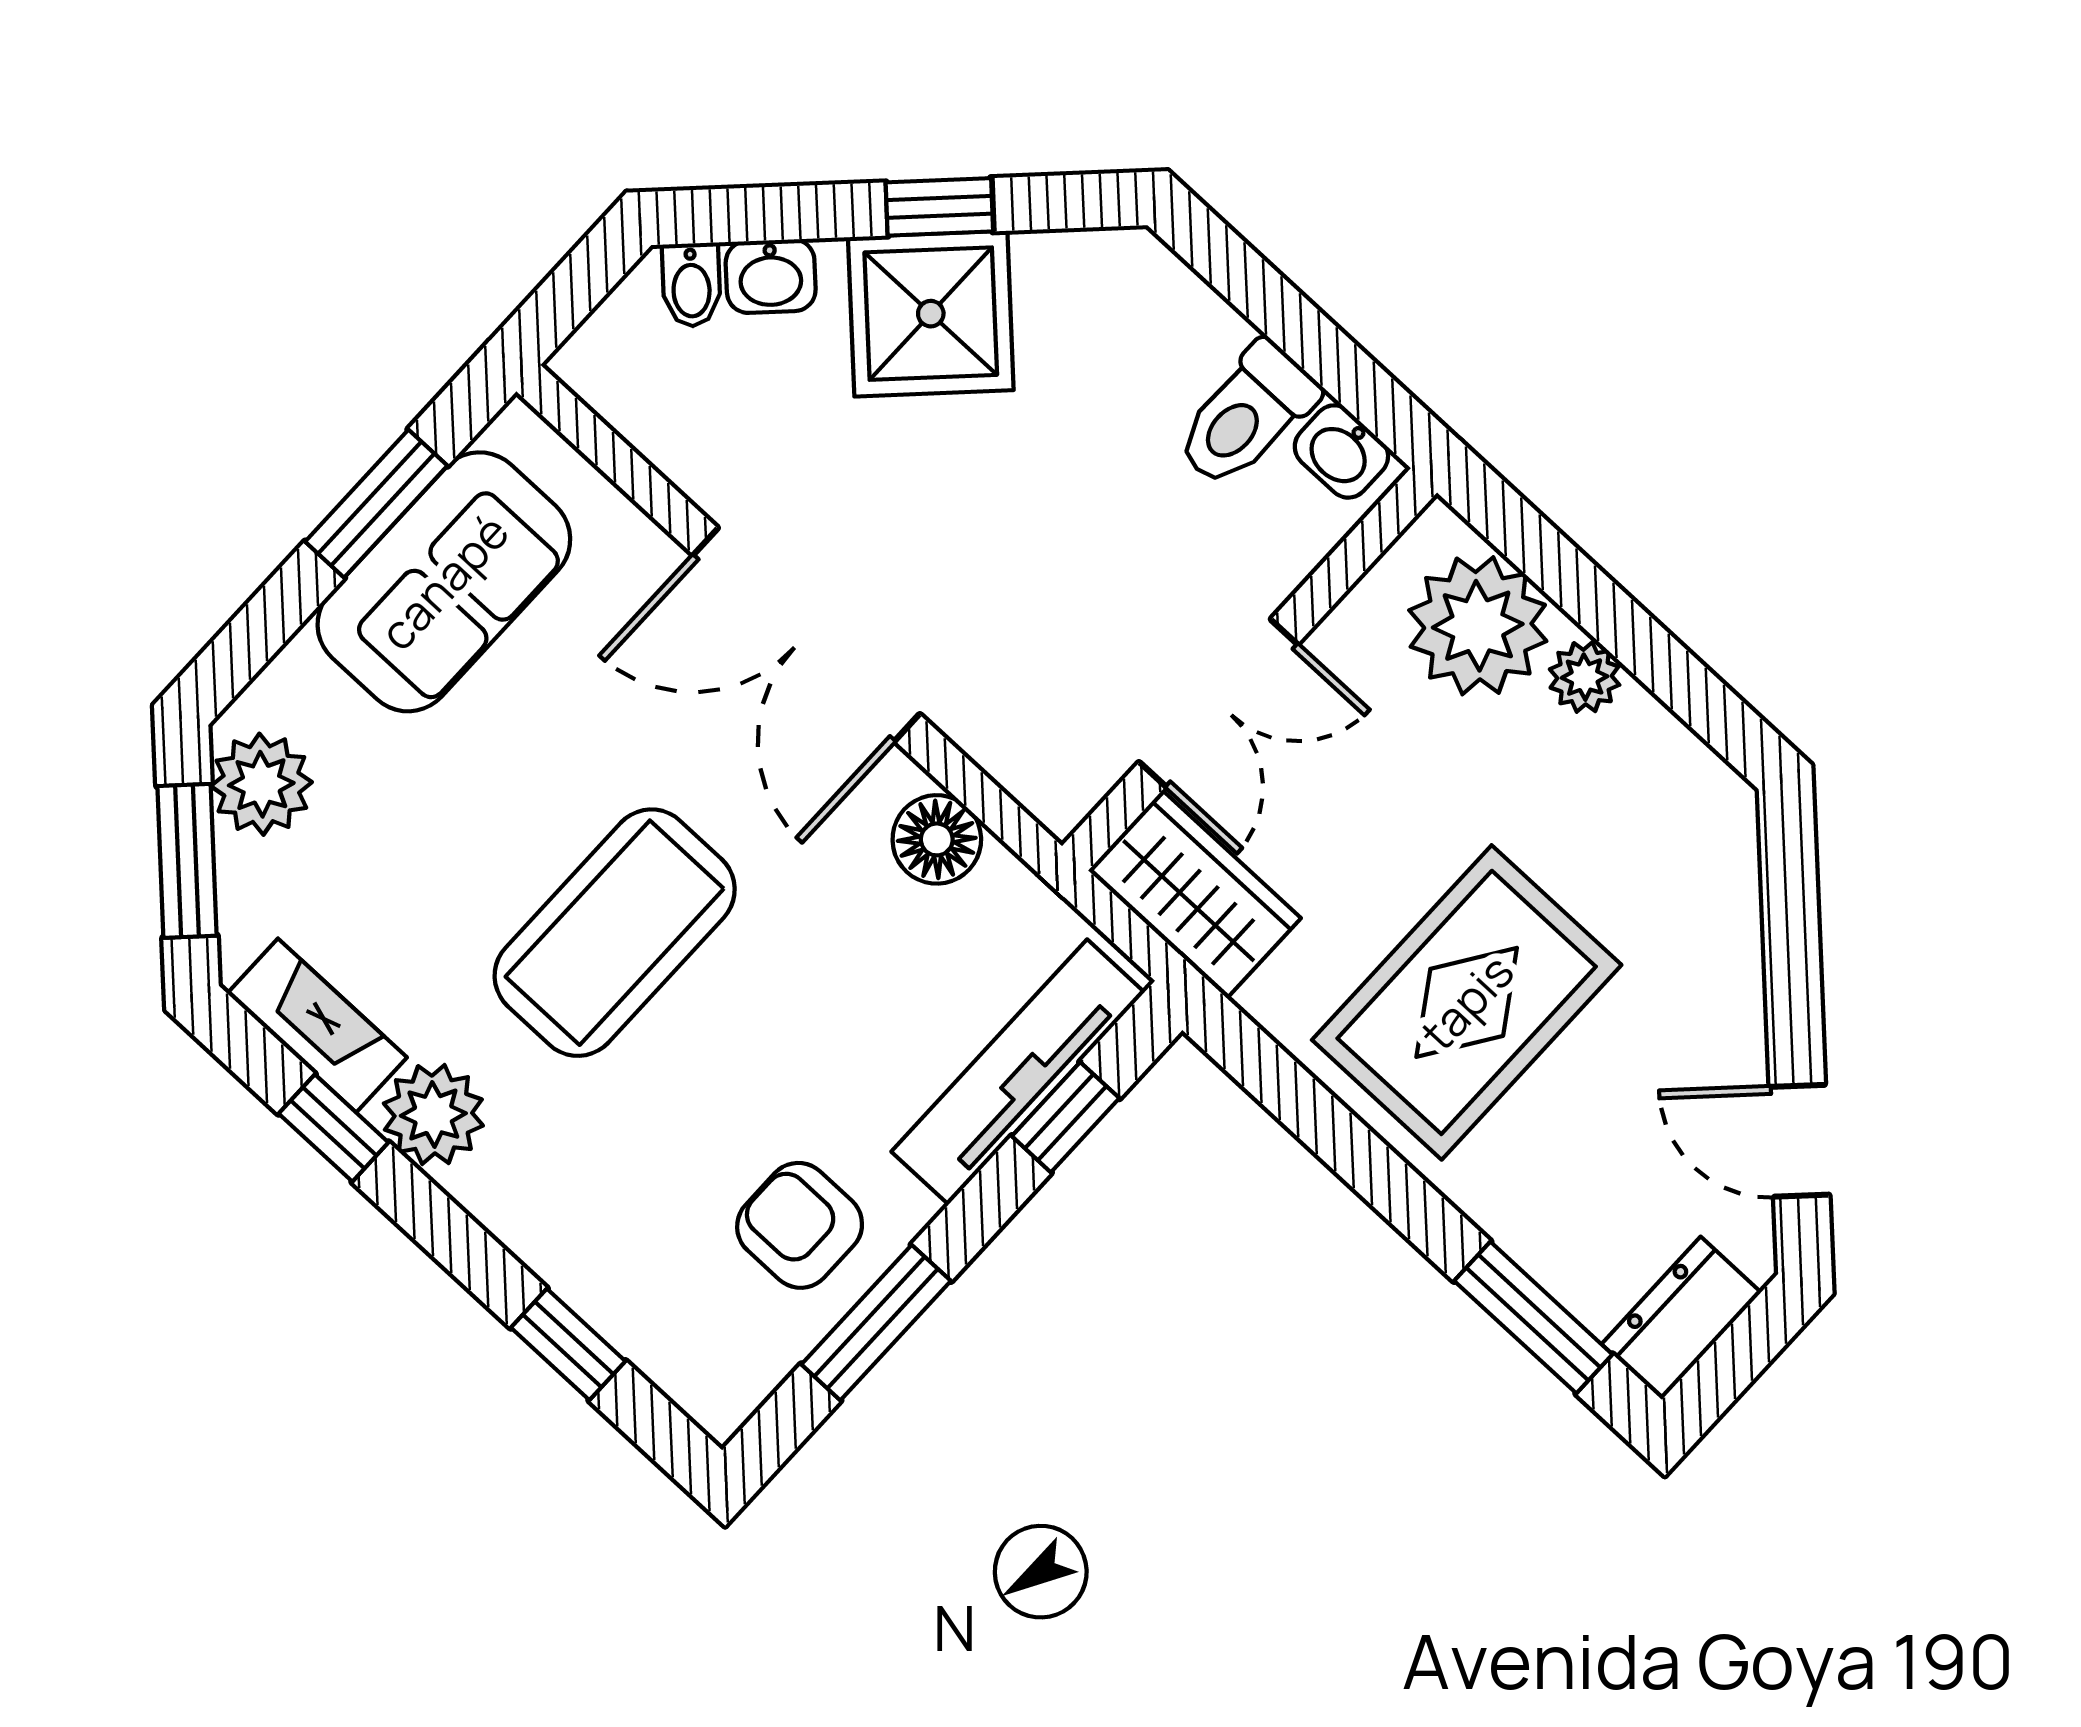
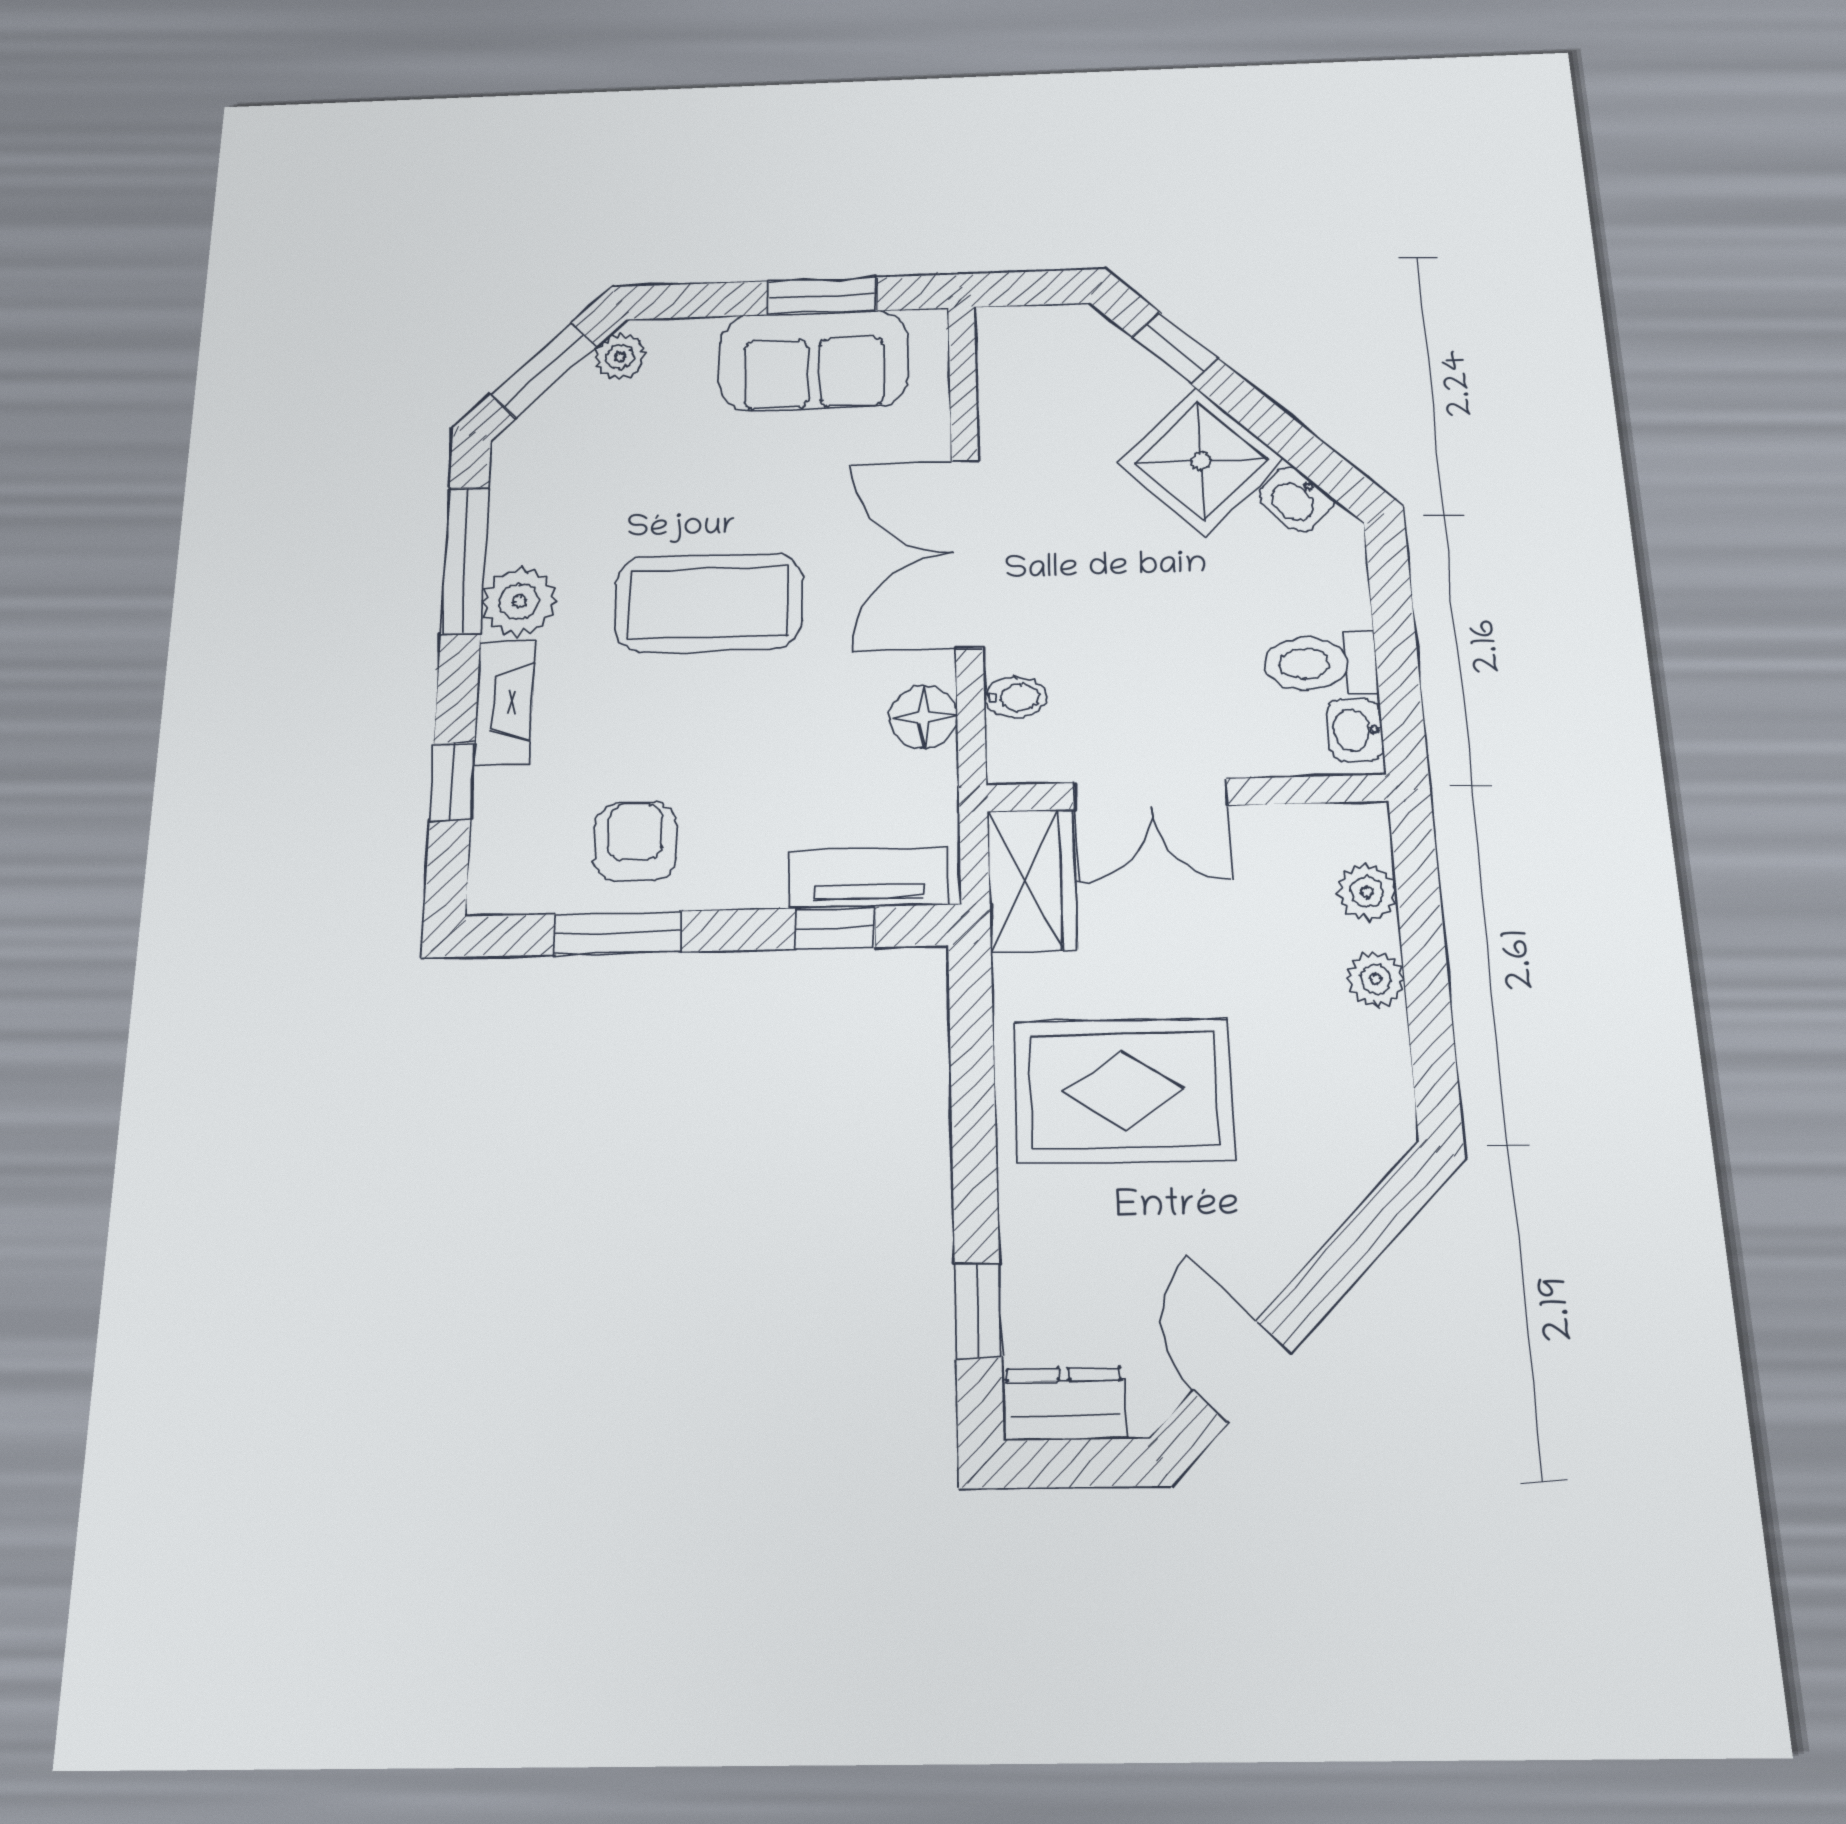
window: (939, 207) -> (1175, 348), moved
washbasin: (771, 276) -> (1296, 499), moved
bidet: (691, 285) -> (1016, 697), moved, turned -135
plant: (1478, 626) -> (1367, 892), width x0.53, depth x0.53
plant: (261, 784) -> (620, 357), width x0.73, depth x0.73
fireplace: (317, 1025) -> (504, 703), moved
tv unit: (1018, 1072) -> (869, 877), width x0.71
window: (334, 1128) -> (465, 560), width x2.17
window: (1533, 1318) -> (978, 1311), width x0.67

